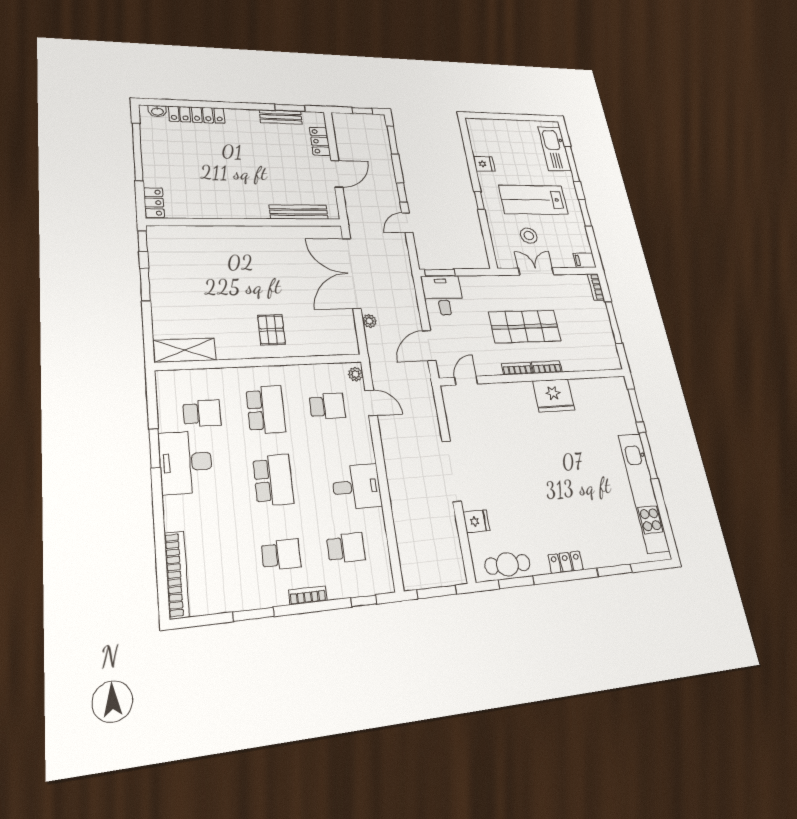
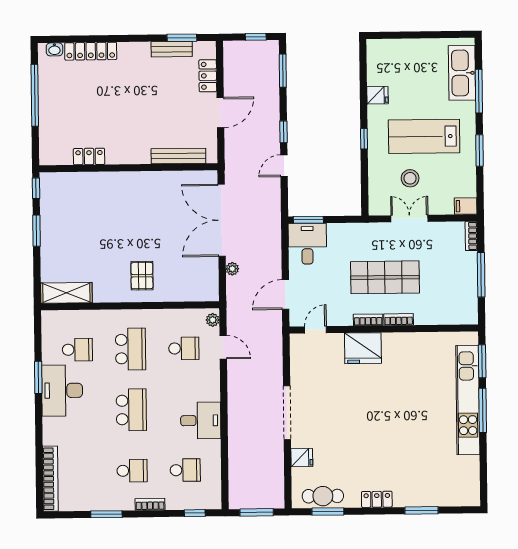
locker: (154, 203) -> (89, 156), moved, turned -90
fridge: (554, 395) -> (363, 348), moved
kitchen unit: (643, 492) -> (468, 400), moved

